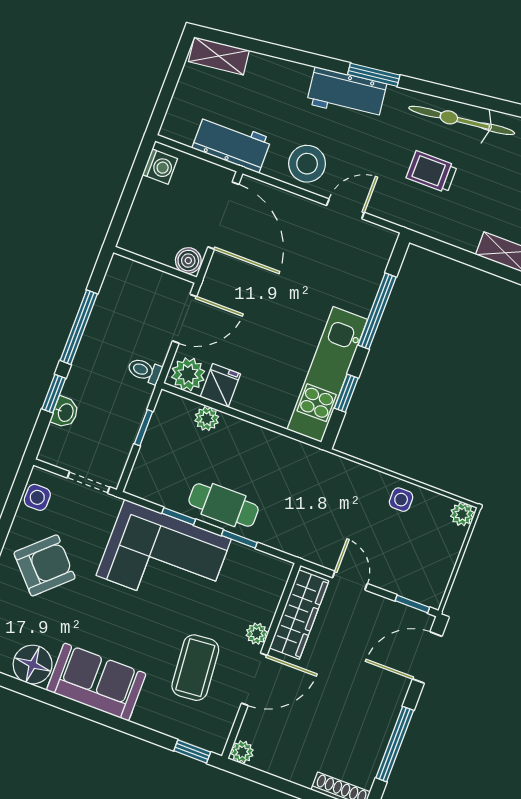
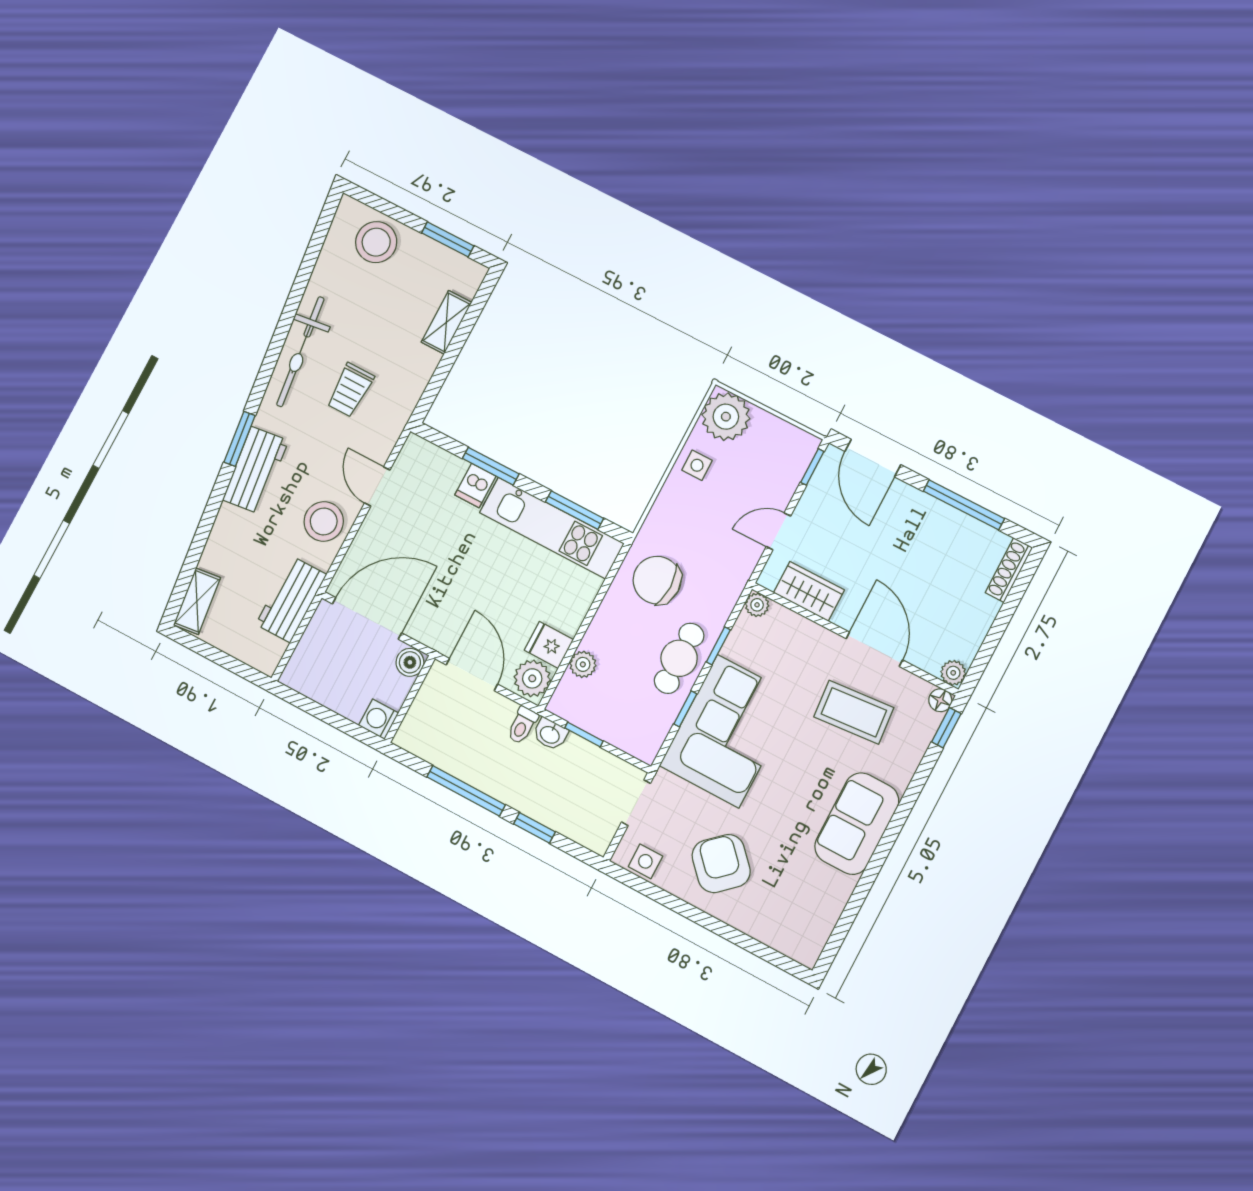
washing machine: (160, 167) -> (379, 719), moved, turned -90
dishwasher: (358, 299) -> (475, 485), added
window: (377, 311) -> (491, 466), width x0.69
window: (346, 393) -> (574, 510), width x1.50
washbasin: (65, 412) -> (550, 734), moved, turned 180
chair: (292, 476) -> (657, 580), added
plant: (462, 514) -> (726, 417), width x1.88, depth x1.88
wardrobe: (299, 614) -> (809, 591), width x0.67
plant: (257, 634) -> (757, 605), moved
floor lamp: (33, 665) -> (940, 700), moved, width x0.53, depth x0.53

